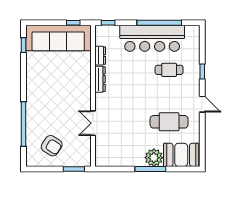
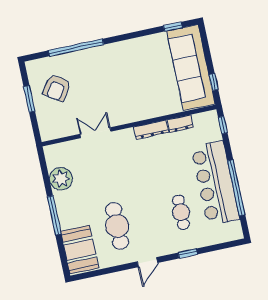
plant: (154, 158) -> (61, 179), moved
window: (74, 169) -> (29, 99), moved

